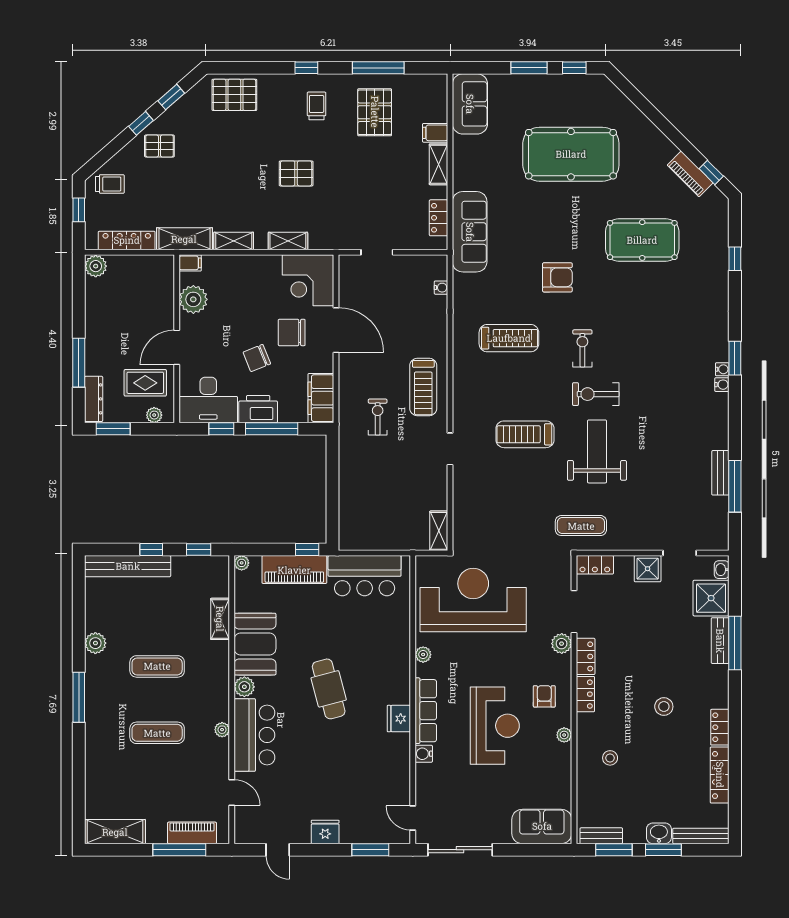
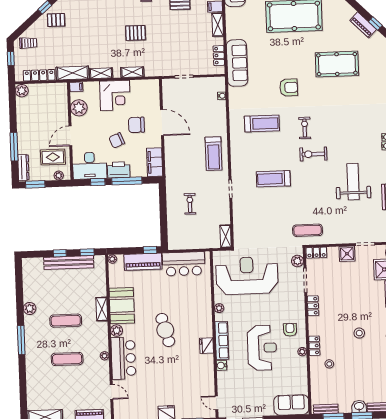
corner desk: (308, 280) -> (115, 95), moved, turned -90
exercise bike: (378, 417) -> (190, 204), moved
weight bench: (597, 451) -> (353, 182), moved
bench: (128, 566) -> (69, 263), moved
shelving: (220, 619) -> (102, 309), moved
plant: (562, 644) -> (297, 261), moved
locker: (585, 694) -> (314, 346), moved

